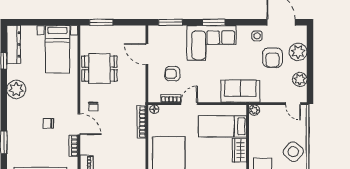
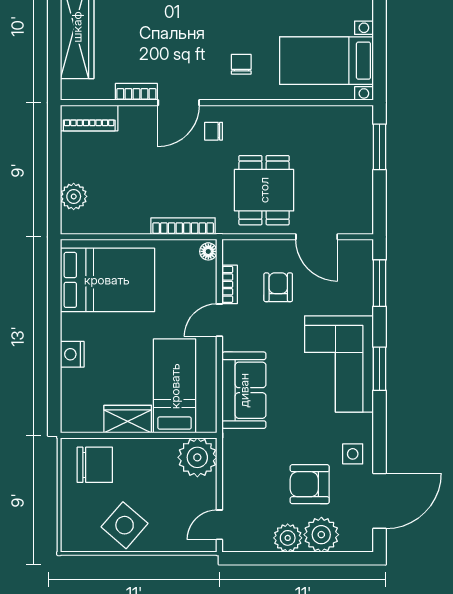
door: (147, 54) -> (317, 237), swing flipped
dining table: (99, 69) -> (264, 190), moved
plant: (300, 79) -> (288, 538), moved
sofa: (240, 91) -> (244, 390), moved
door: (189, 104) -> (219, 320), swing flipped
plant: (254, 110) -> (197, 457), width x1.87, depth x1.87
chair: (48, 123) -> (241, 64), moved

